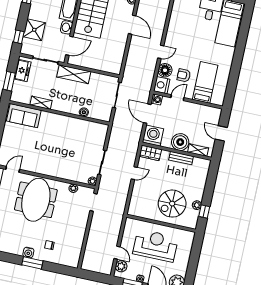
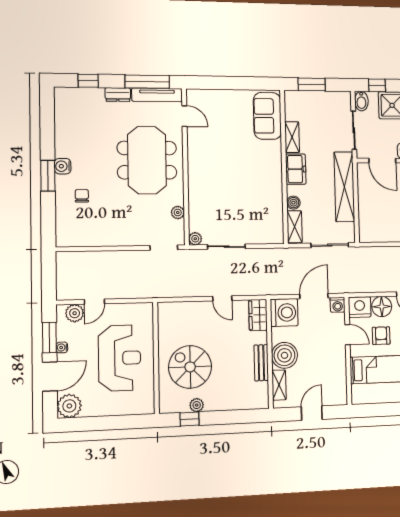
bidet: (27, 50) -> (361, 101), added
freezer: (23, 71) -> (296, 169), moved, turned -90
shelving: (74, 74) -> (344, 187), width x1.47
shelving: (100, 115) -> (295, 227), added
meeting table: (36, 200) -> (147, 160), turned 90

